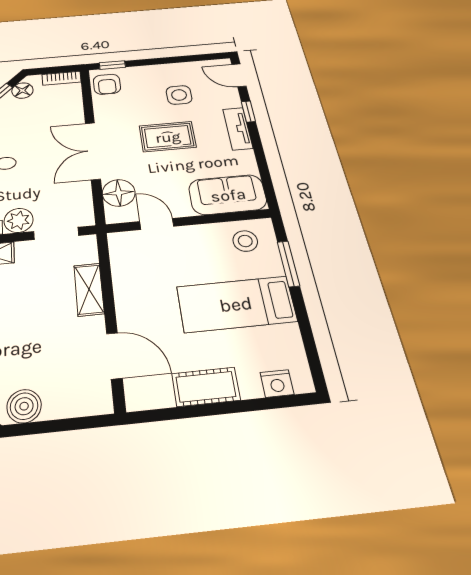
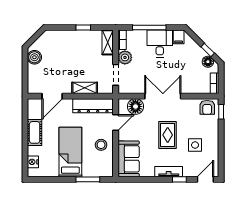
armchair: (107, 84) -> (207, 107), turned -90
stool: (245, 241) -> (101, 145), moved
dresser: (126, 269) -> (93, 106), added

